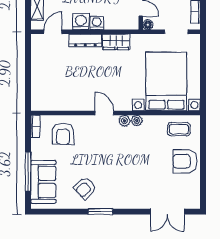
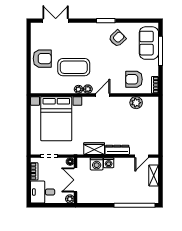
washing machine: (81, 22) -> (97, 164), moved
plant: (60, 103) -> (136, 103), added
door: (104, 113) -> (103, 95), swing flipped
coffee table: (179, 129) -> (74, 67), moved, width x1.86, depth x1.72
armchair: (63, 134) -> (134, 79), turned -90

